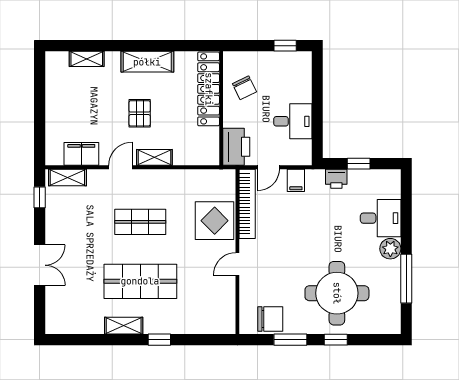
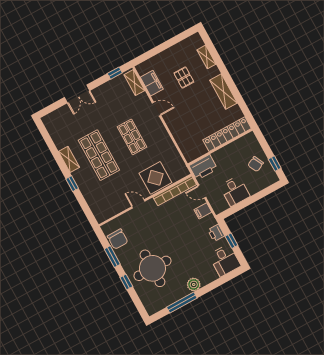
chair: (244, 88) -> (256, 164), moved
pallet: (140, 113) -> (184, 77), moved, turned 90
shelving: (154, 157) -> (172, 125), removed
desk: (381, 218) -> (225, 260), moved

